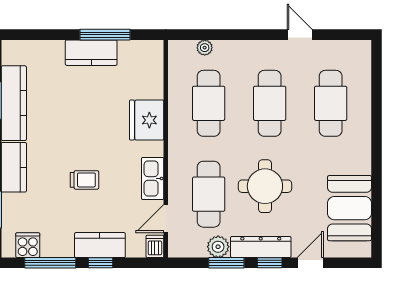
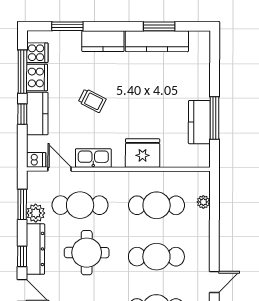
kitchen counter: (91, 53) -> (199, 122), moved
trolley: (84, 180) -> (92, 101), turned -63
cooker: (57, 245) -> (37, 77), added
window: (226, 263) -> (22, 204), moved

